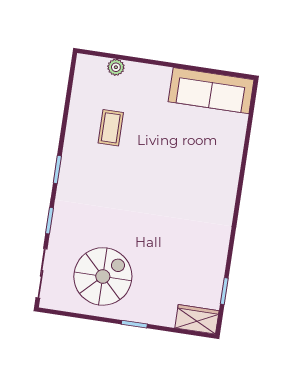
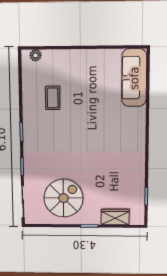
plant: (116, 67) -> (35, 55), moved
sofa: (211, 91) -> (134, 78), moved, turned 90
wardrobe: (197, 319) -> (115, 217), moved

